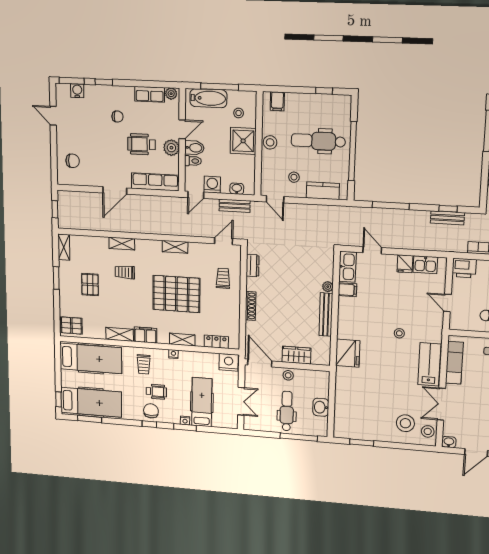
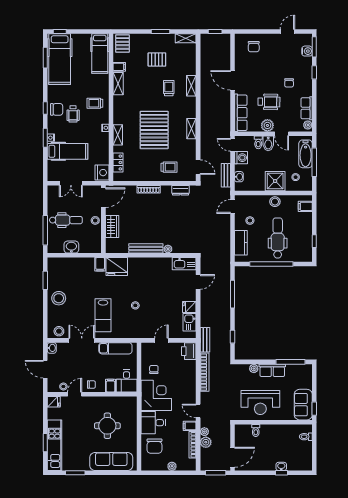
wheelchair: (142, 144) -> (269, 102), turned 91
bench: (447, 218) -> (205, 340), moved
filing cabinet: (347, 290) -> (100, 264), moved
filing cabinet: (145, 335) -> (119, 67), moved, width x0.50
hospital bed: (91, 358) -> (100, 54), width x0.73, depth x0.78
lab bench: (429, 364) -> (103, 315), moved, turned 90
stool: (405, 423) -> (59, 298), moved

